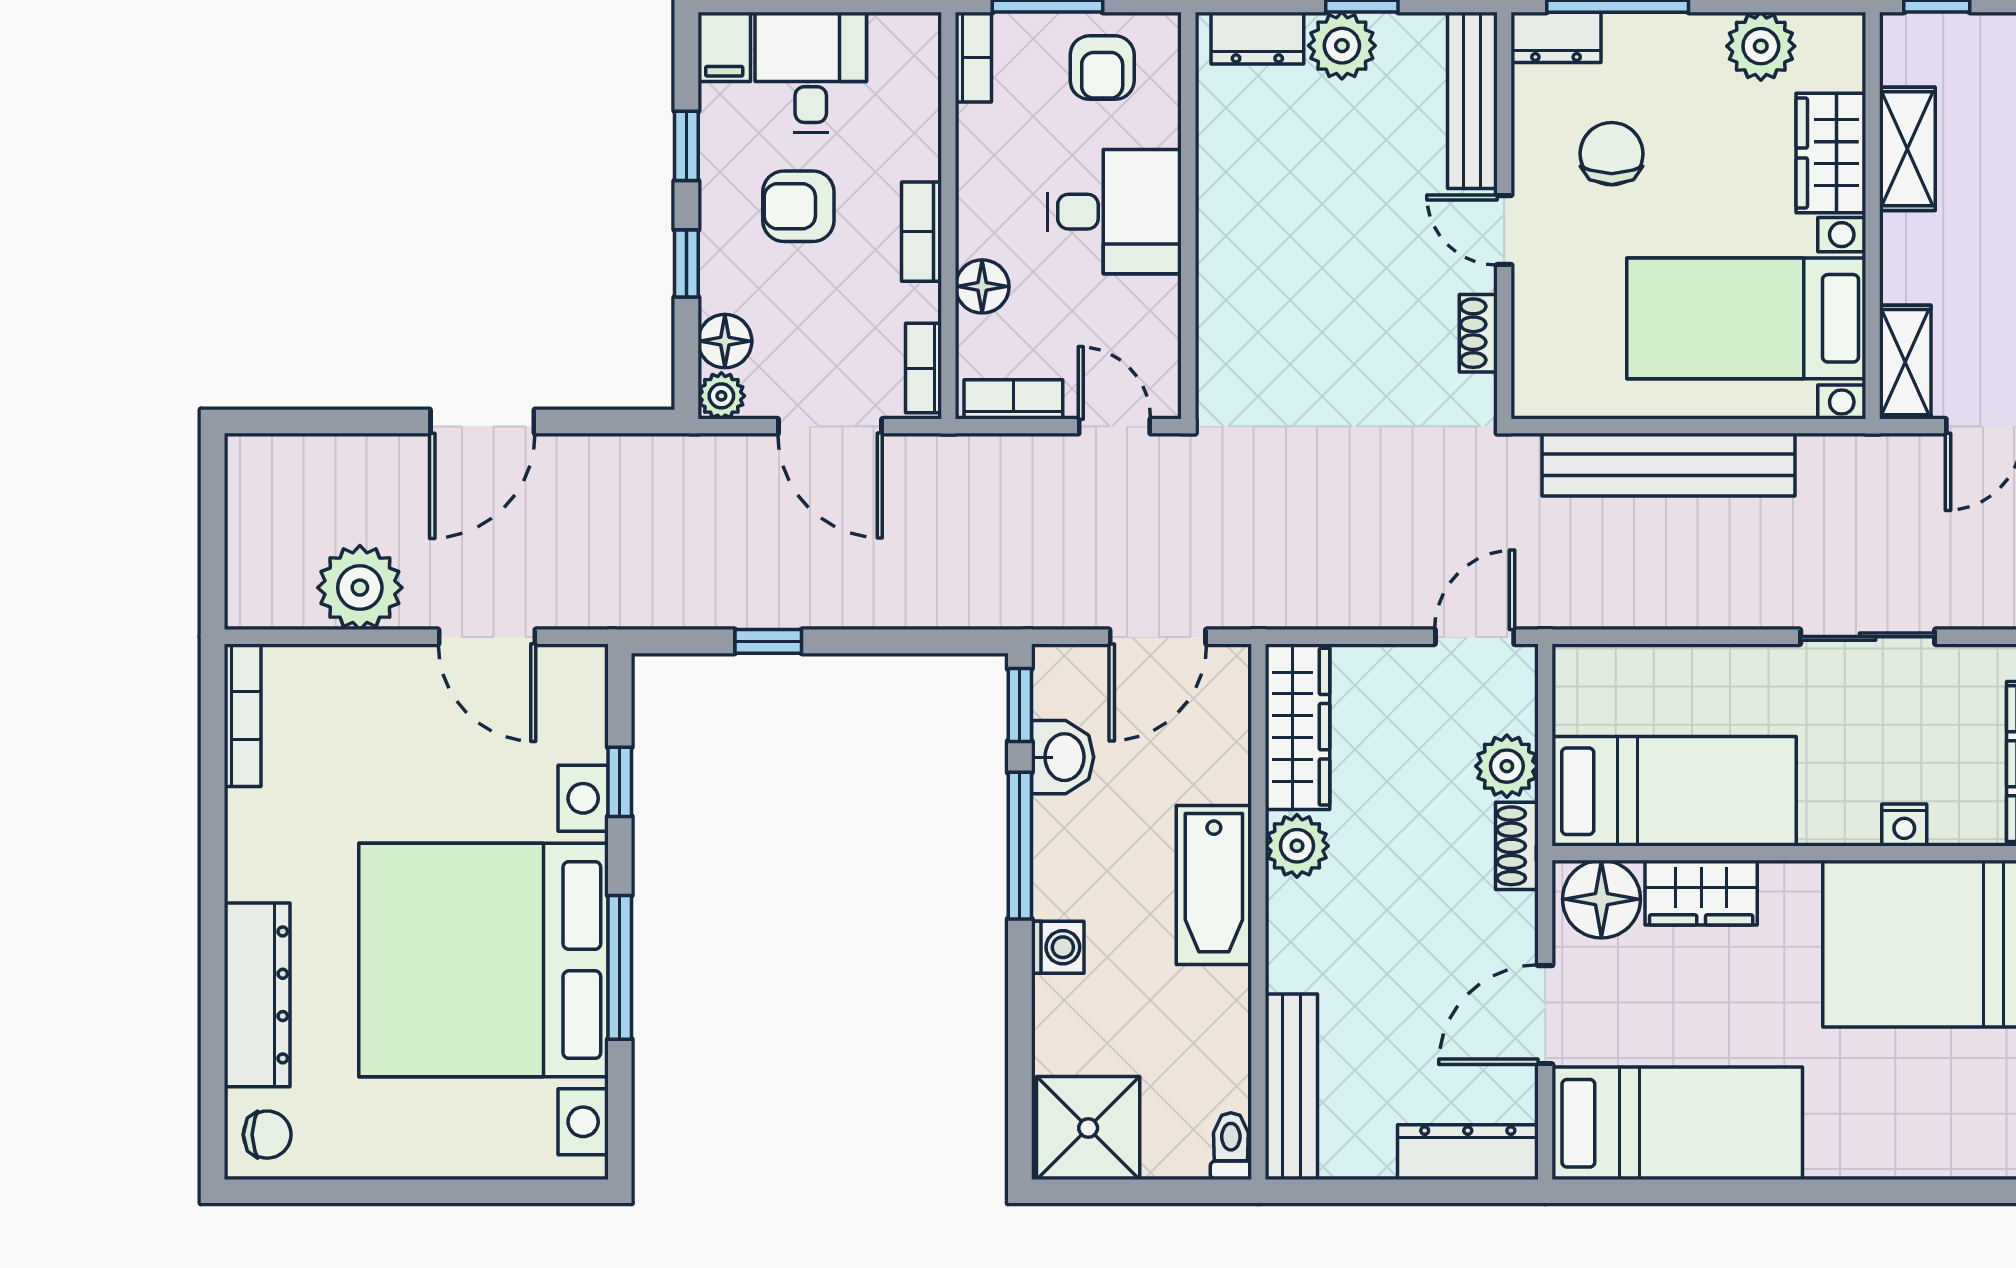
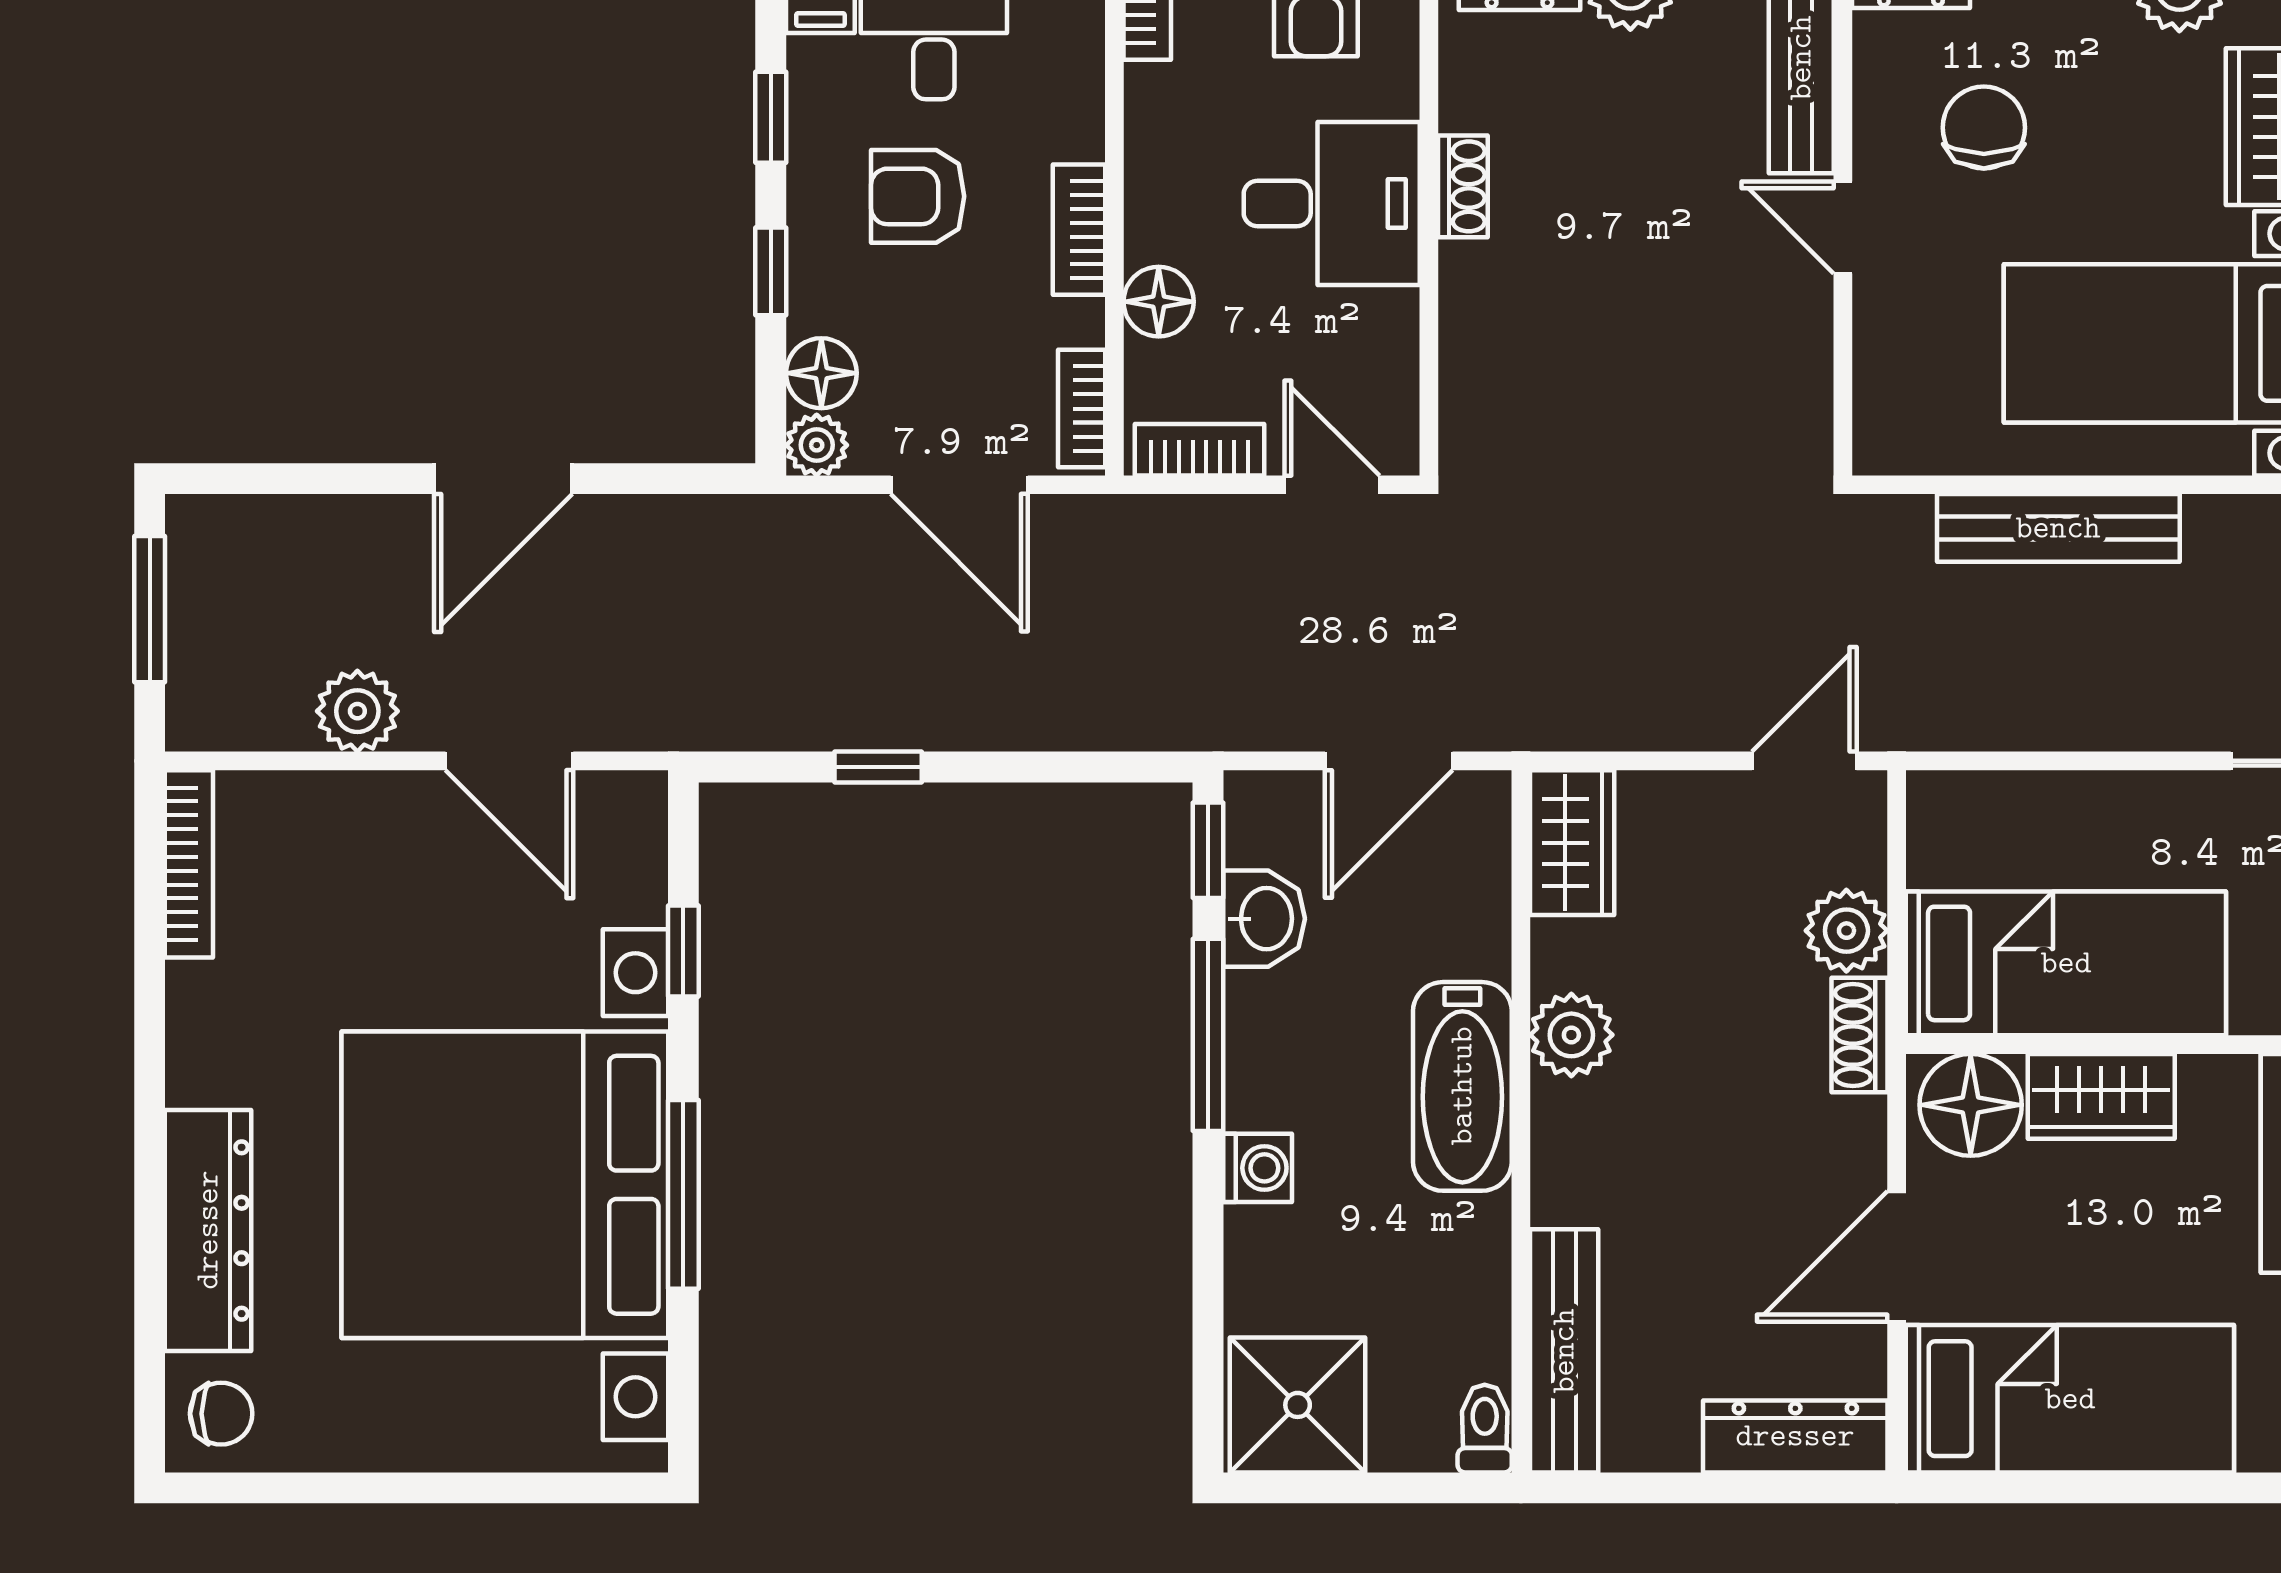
shoe rack: (1478, 333) -> (1463, 186), moved, turned 180
bench: (1668, 465) -> (2058, 528), width x0.73, depth x0.82
window: (213, 521) -> (150, 609), added
plant: (360, 588) -> (357, 711), width x0.73, depth x0.73
wardrobe: (1298, 727) -> (1572, 843), width x0.67

